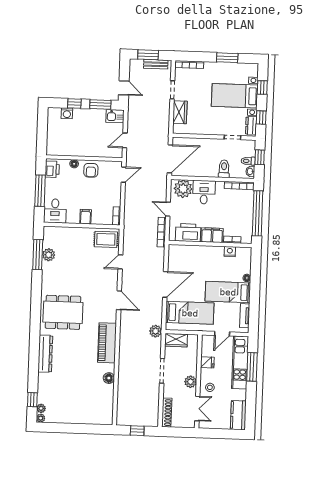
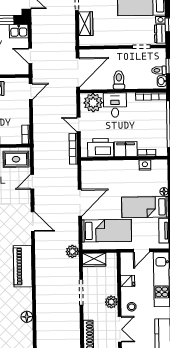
door: (125, 140) -> (30, 56), hinge flipped
toilet: (224, 169) -> (119, 80), moved
floor lamp: (109, 378) -> (27, 317), moved

